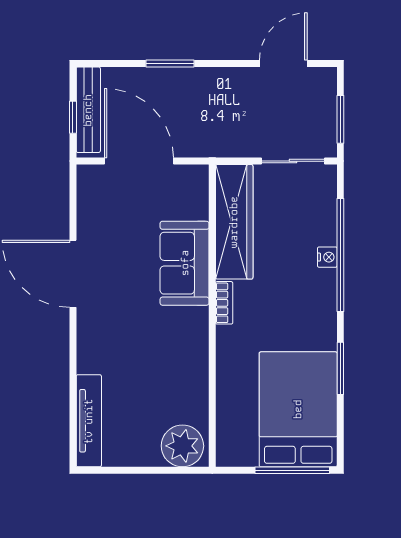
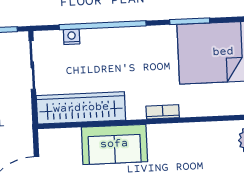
nightstand: (327, 257) -> (72, 37), moved
bookcase: (224, 303) -> (163, 112), moved

